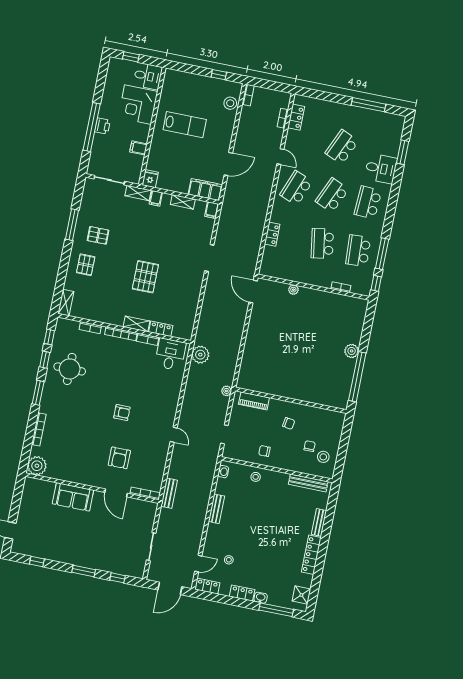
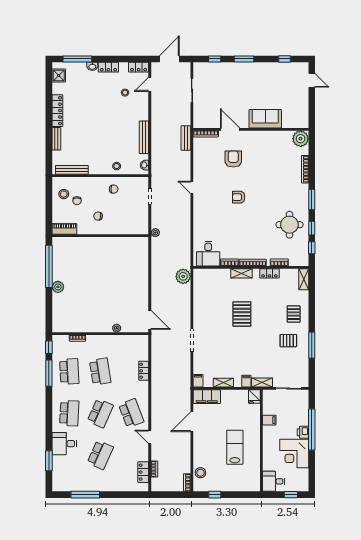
corner desk: (138, 105) -> (294, 454), moved, turned 180
lab bench: (185, 125) -> (235, 447), turned 90
school desk: (296, 188) -> (131, 413), turned -42
locker: (161, 329) -> (269, 273), moved
plant: (200, 355) -> (183, 276), moved
piano: (254, 401) -> (64, 229), moved
bench: (216, 509) -> (144, 137), width x1.36

